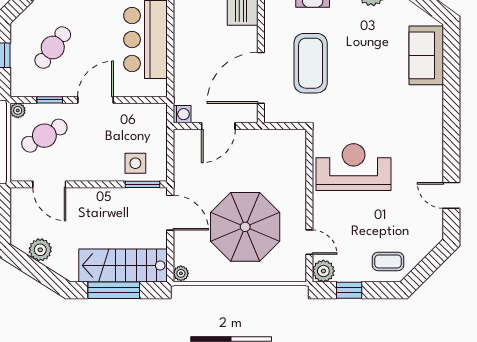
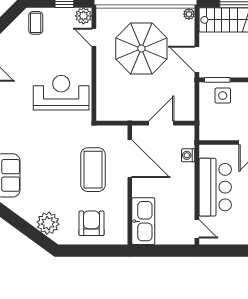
door: (261, 78) -> (130, 159), hinge flipped
washing machine: (182, 114) -> (188, 155), moved
reception desk: (354, 167) -> (61, 93), turned 180
coffee table: (388, 261) -> (36, 23), turned 90

